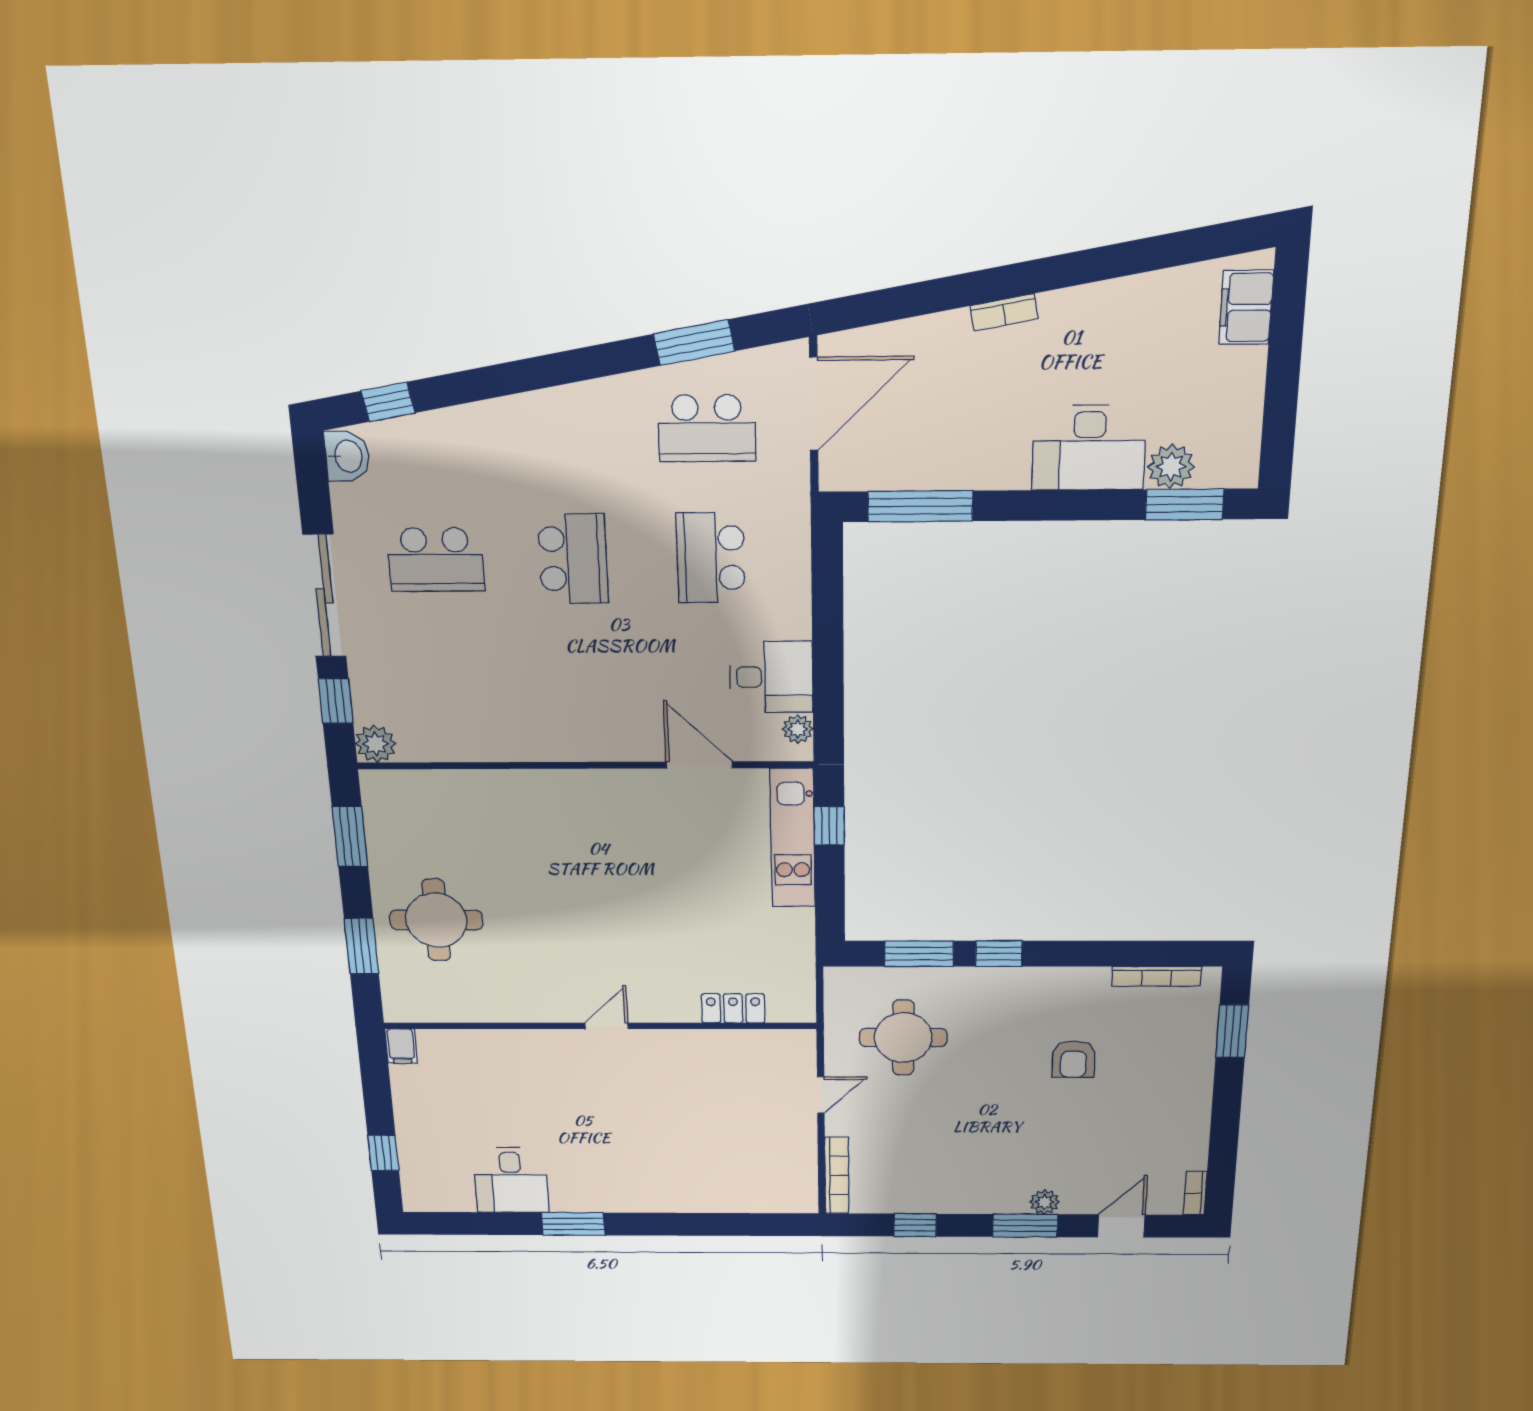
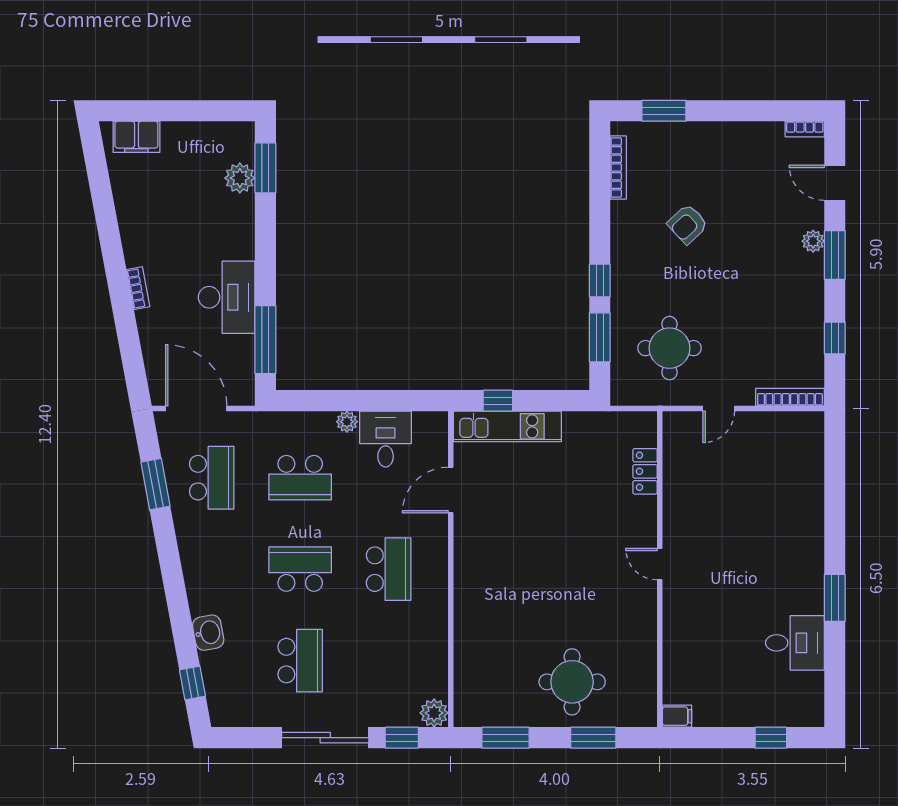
desk: (1089, 448) -> (227, 297), moved
washbasin: (347, 456) -> (208, 633), moved, turned 79
school desk: (580, 682) -> (389, 569), added
plant: (798, 729) -> (347, 422), moved
armchair: (1074, 1059) -> (688, 224), turned 137
door: (821, 1095) -> (719, 409), swing flipped

